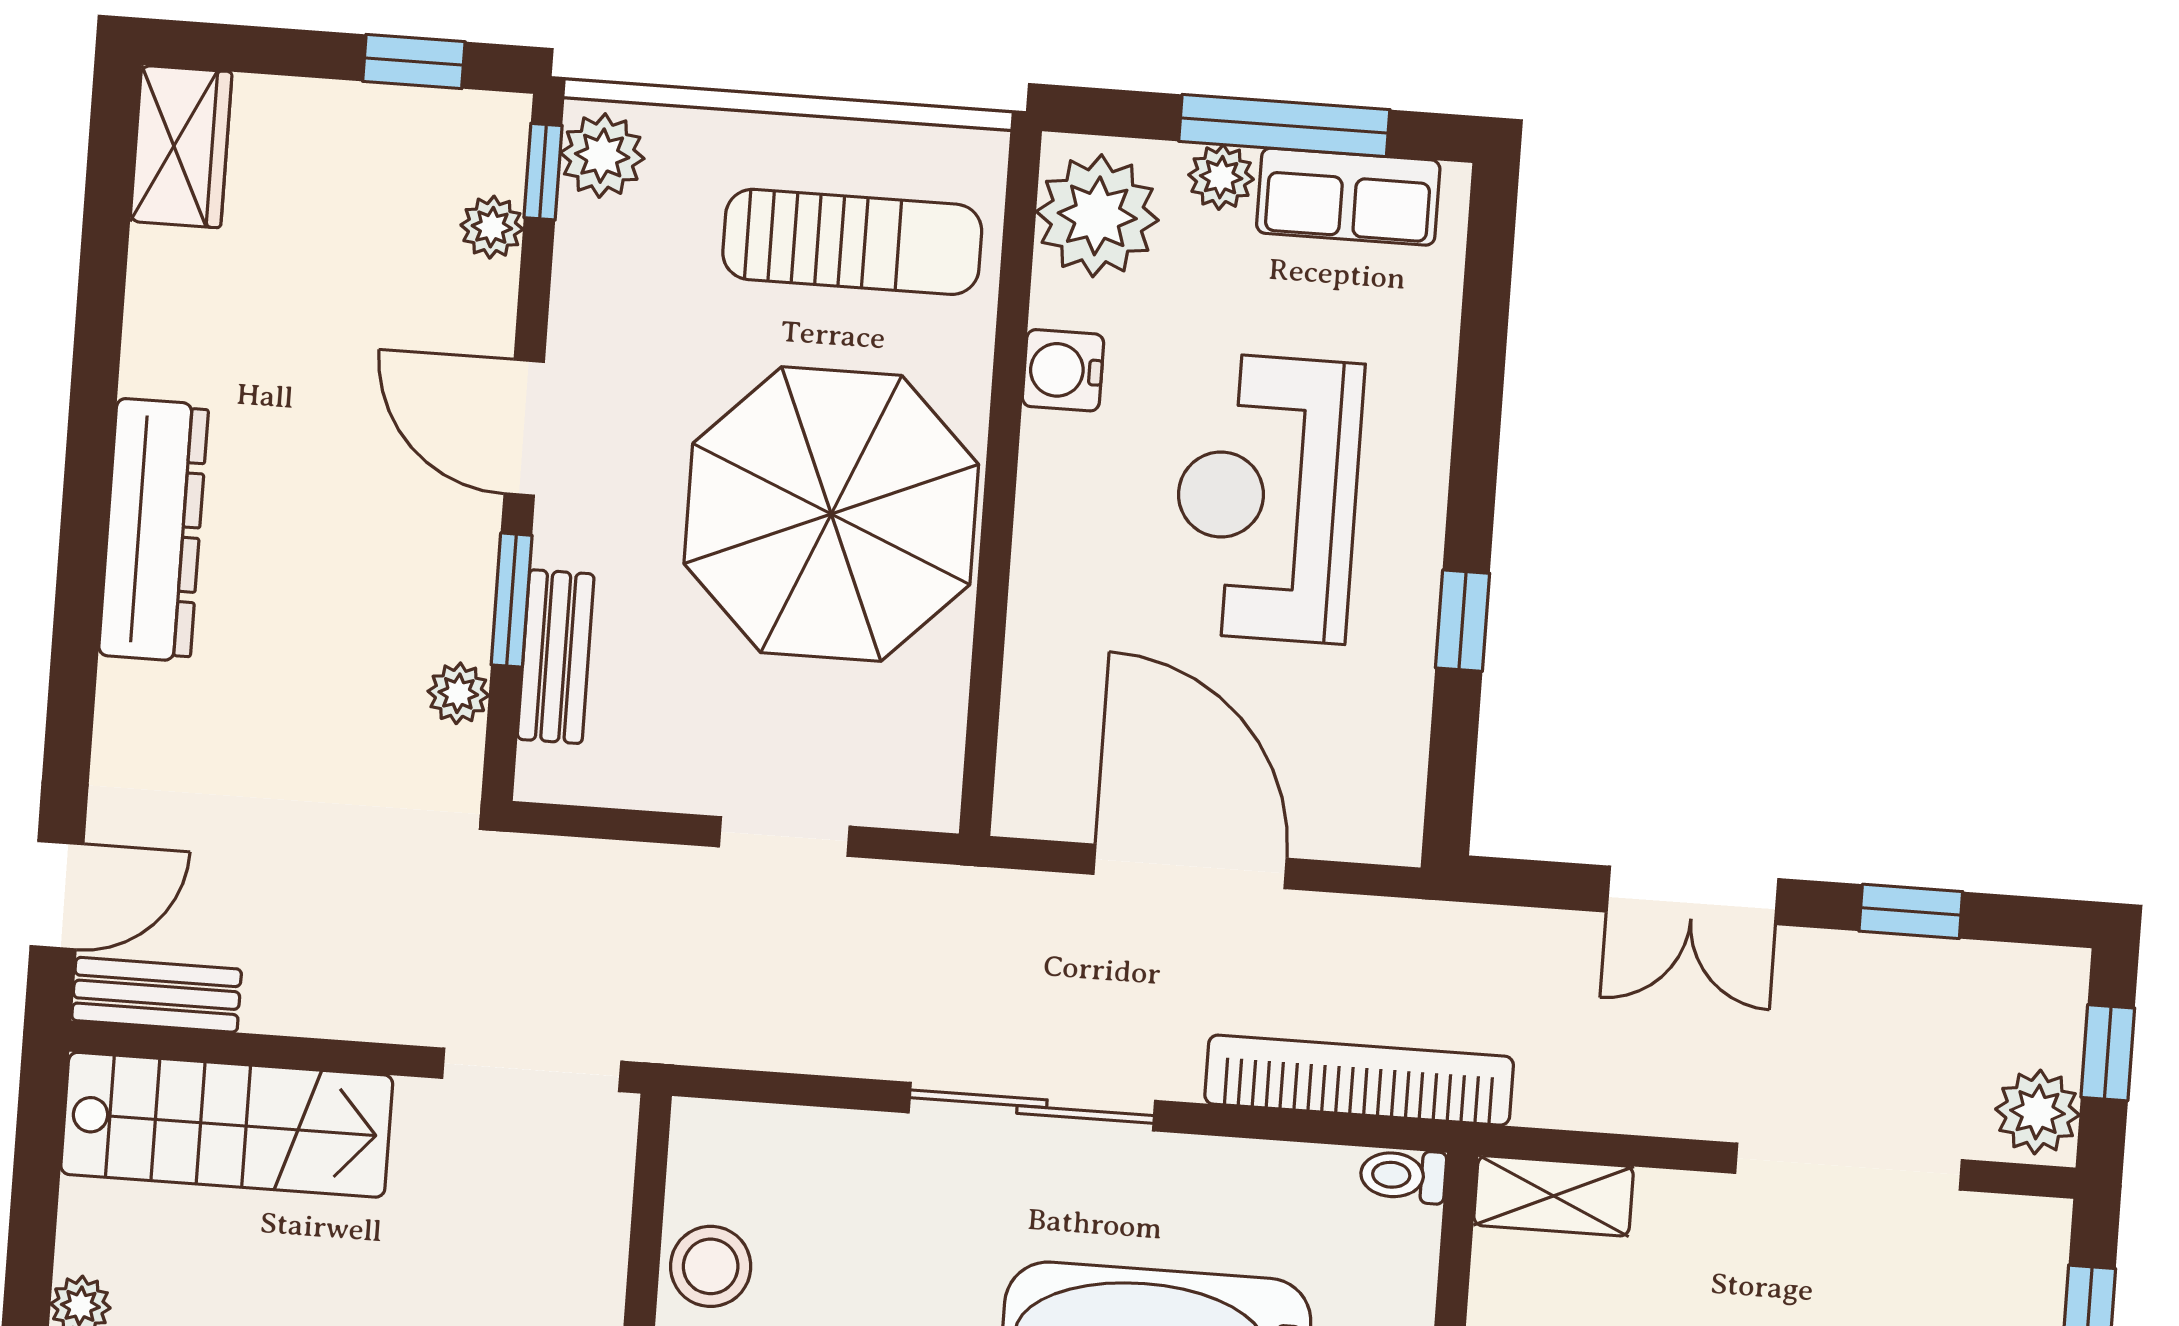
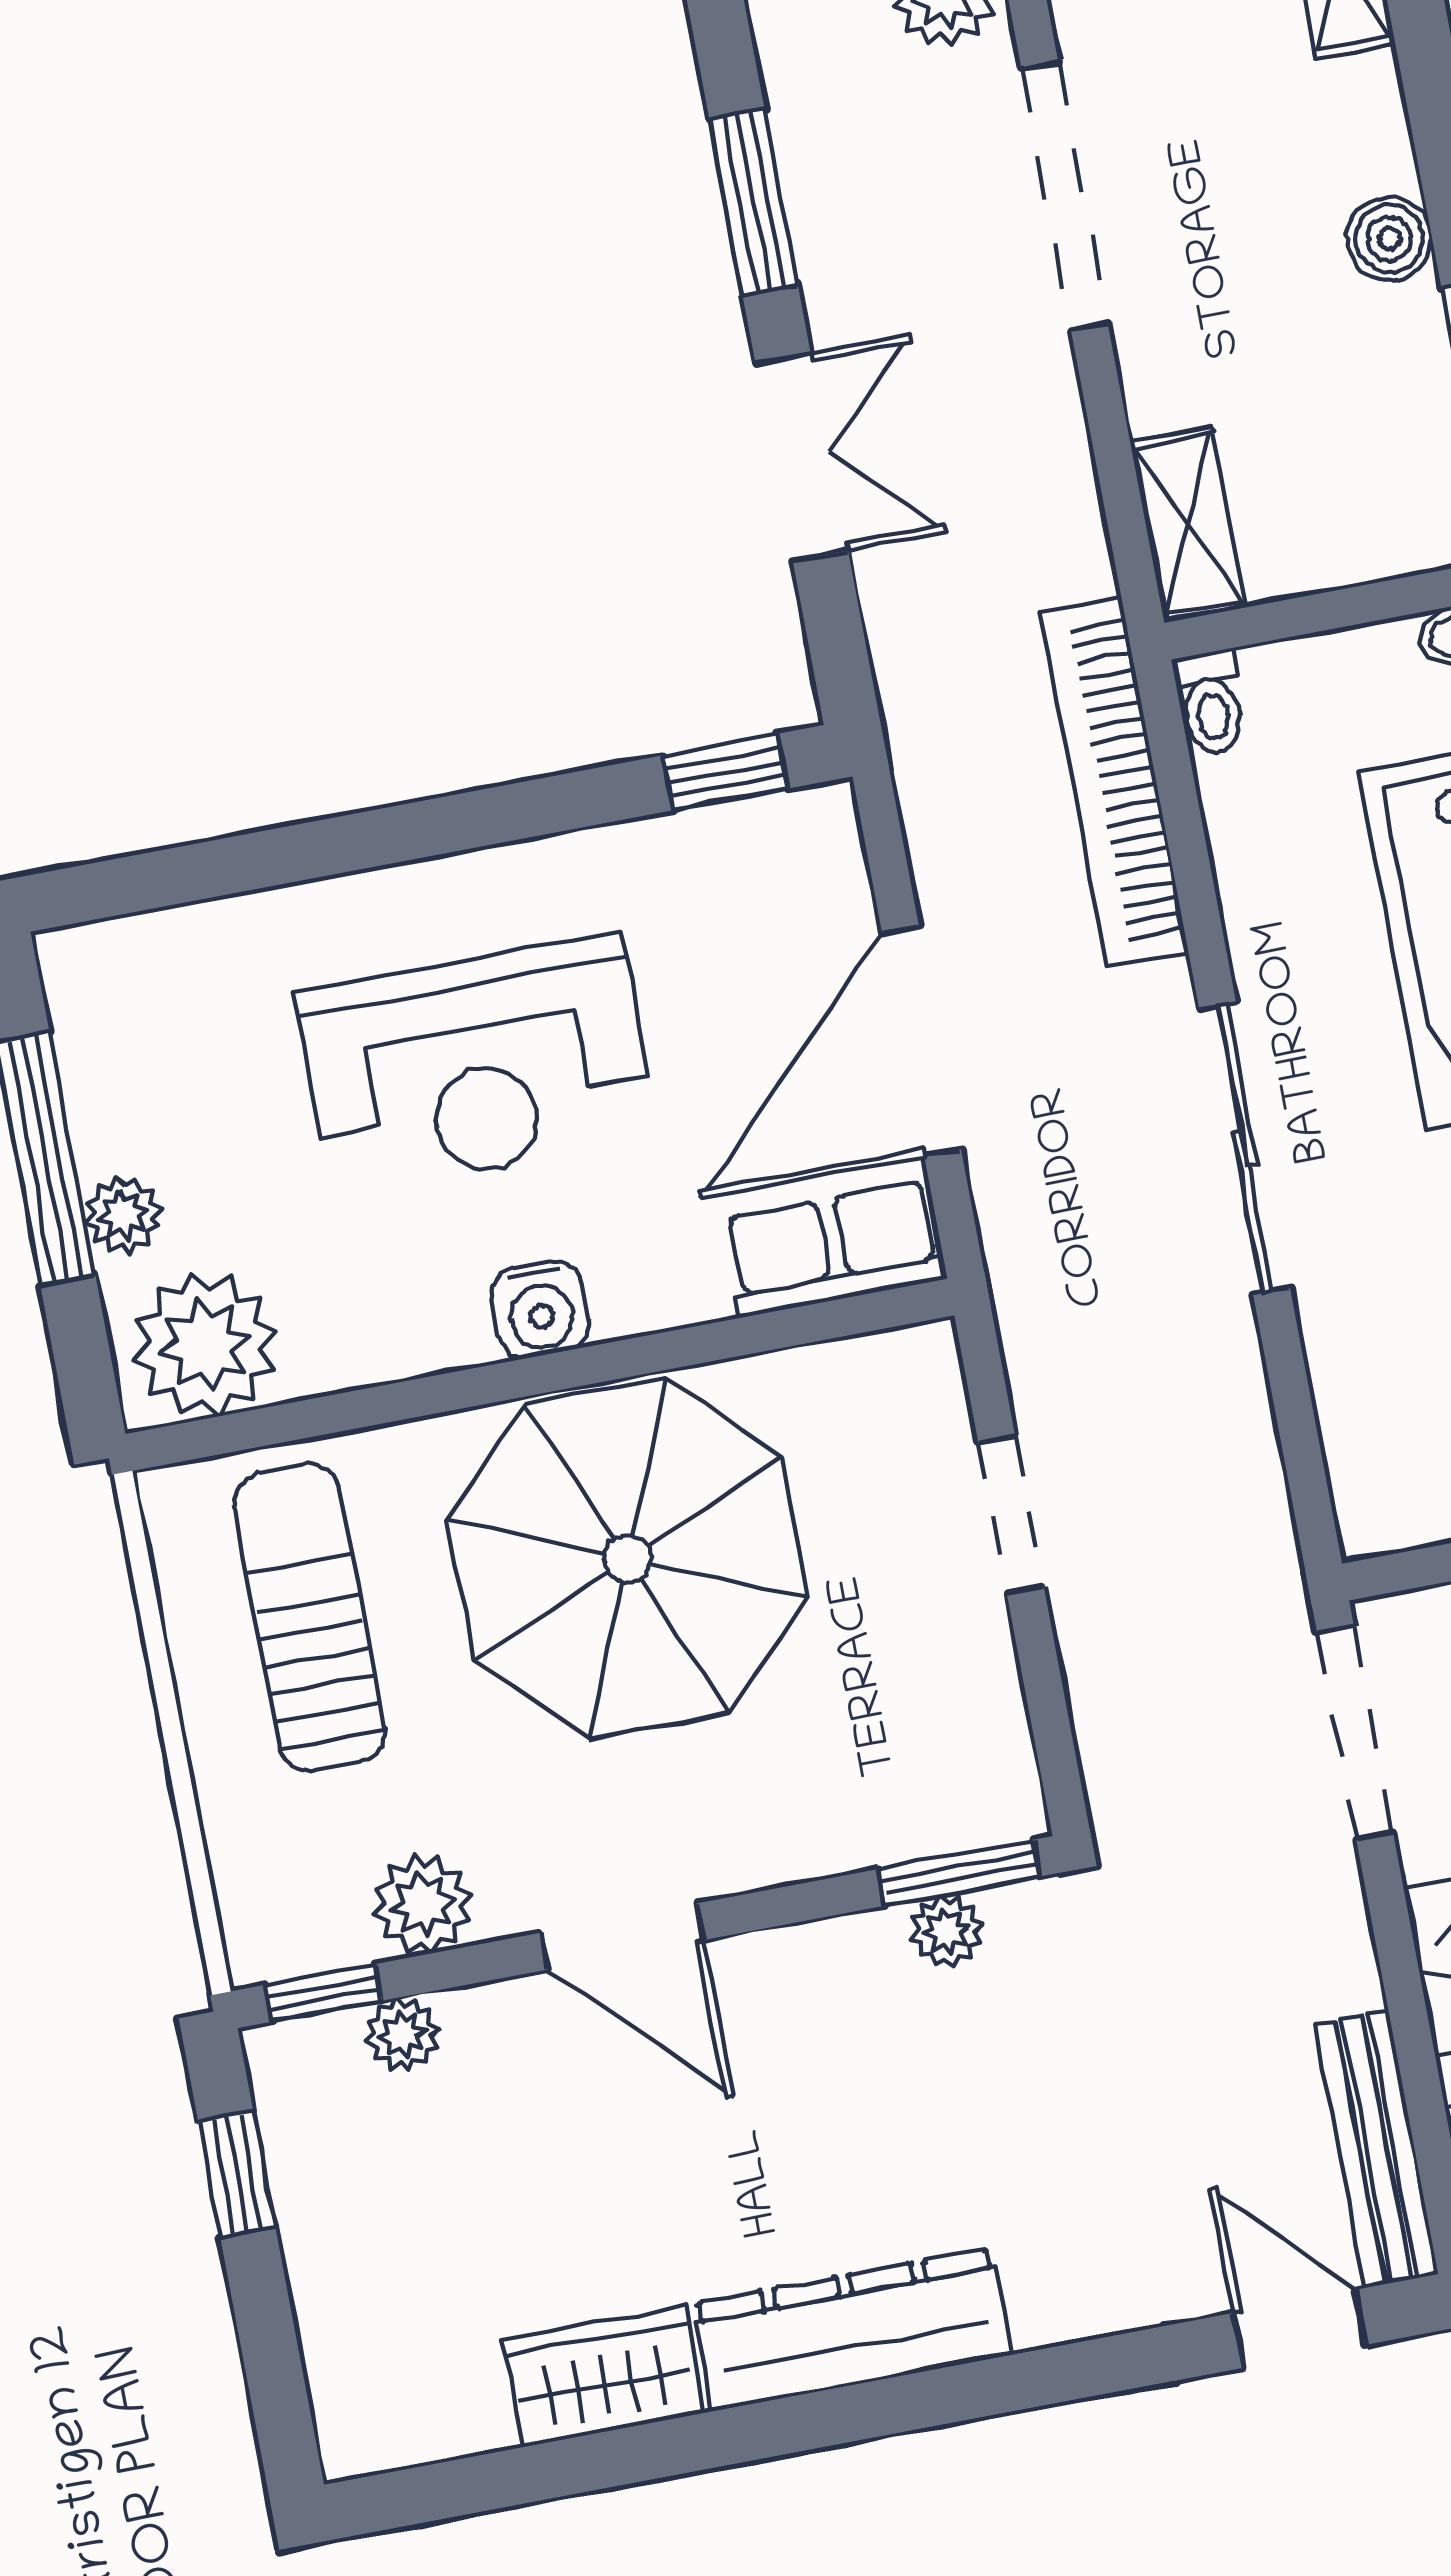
wardrobe: (181, 147) -> (604, 2377), moved
plant: (602, 156) -> (423, 1904), moved
row of seats: (1348, 197) -> (834, 1249), moved, turned -90
water cooler: (1063, 370) -> (540, 1309), moved
door: (524, 428) -> (622, 1936), hinge flipped
window: (512, 600) -> (960, 1873), moved
window: (1463, 621) -> (725, 772), moved
bench: (556, 657) -> (875, 1831), removed
window: (1911, 911) -> (754, 202), width x1.50
bench: (157, 995) -> (1377, 2149), width x1.36

